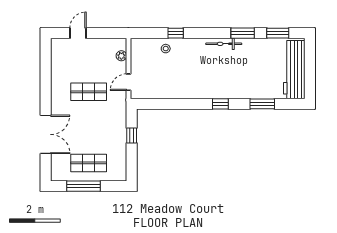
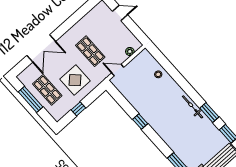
window: (176, 33) -> (173, 72), removed
window: (220, 104) -> (140, 121), moved
display table: (102, 130) -> (75, 80), added
window: (132, 136) -> (78, 109), moved

